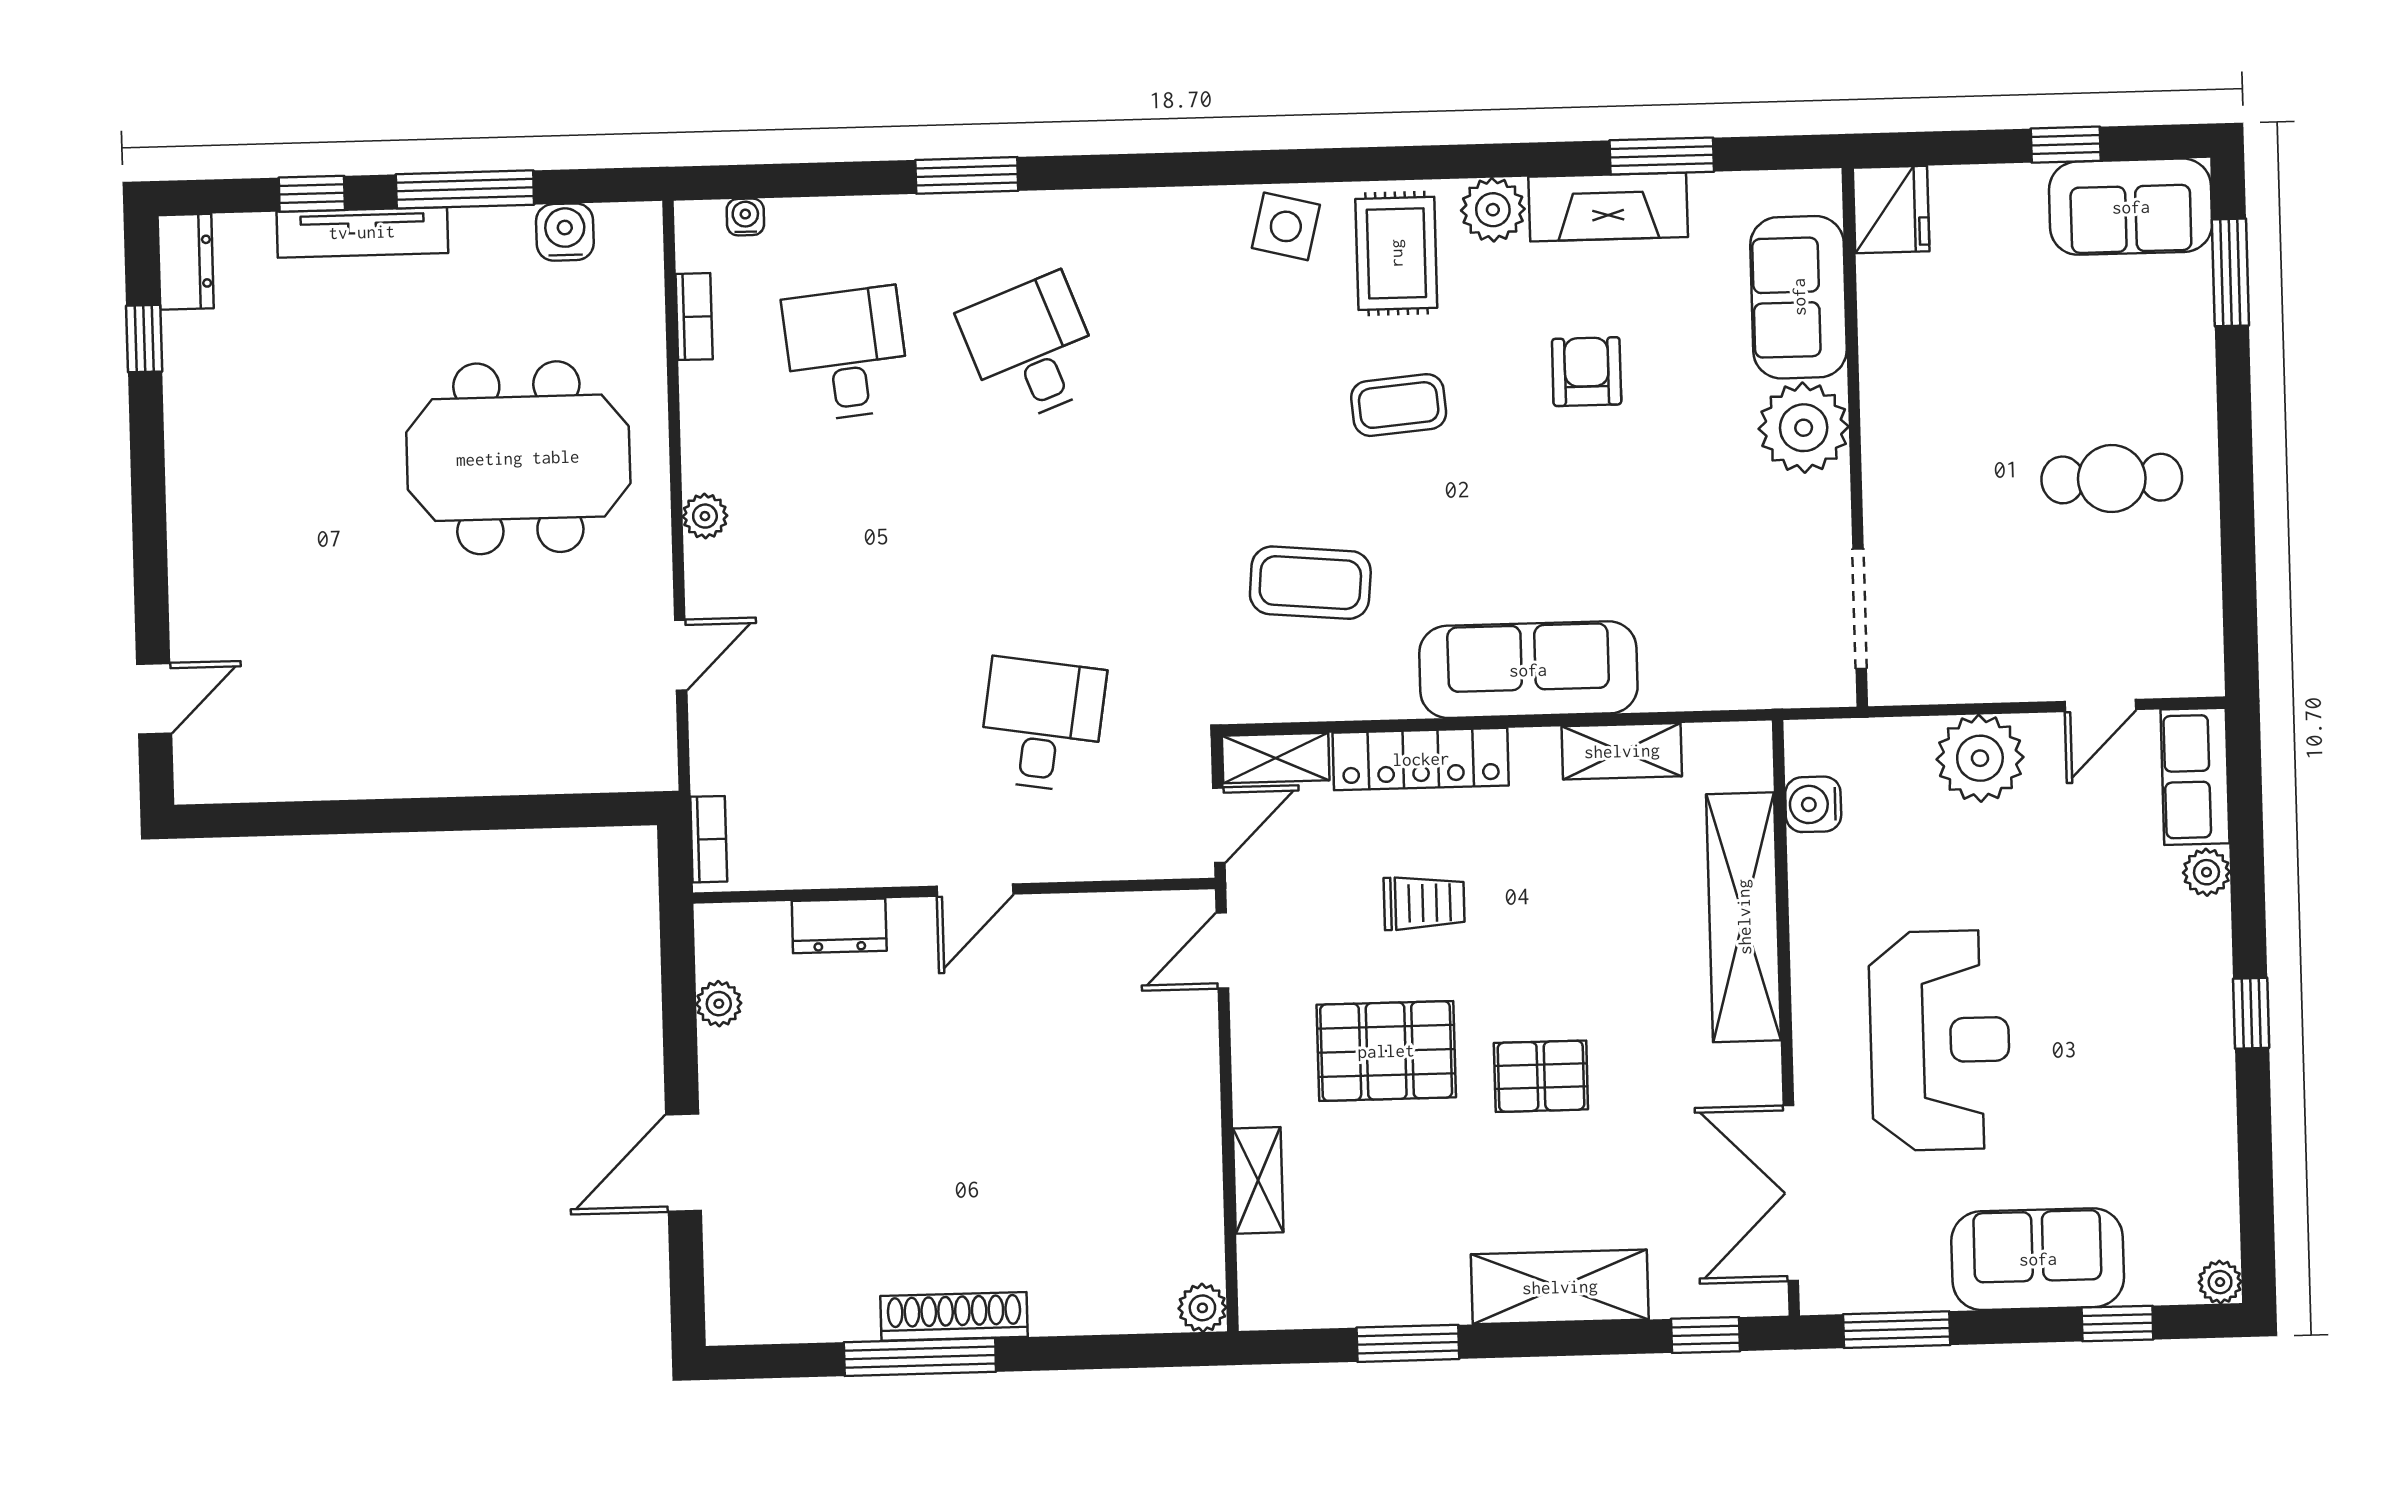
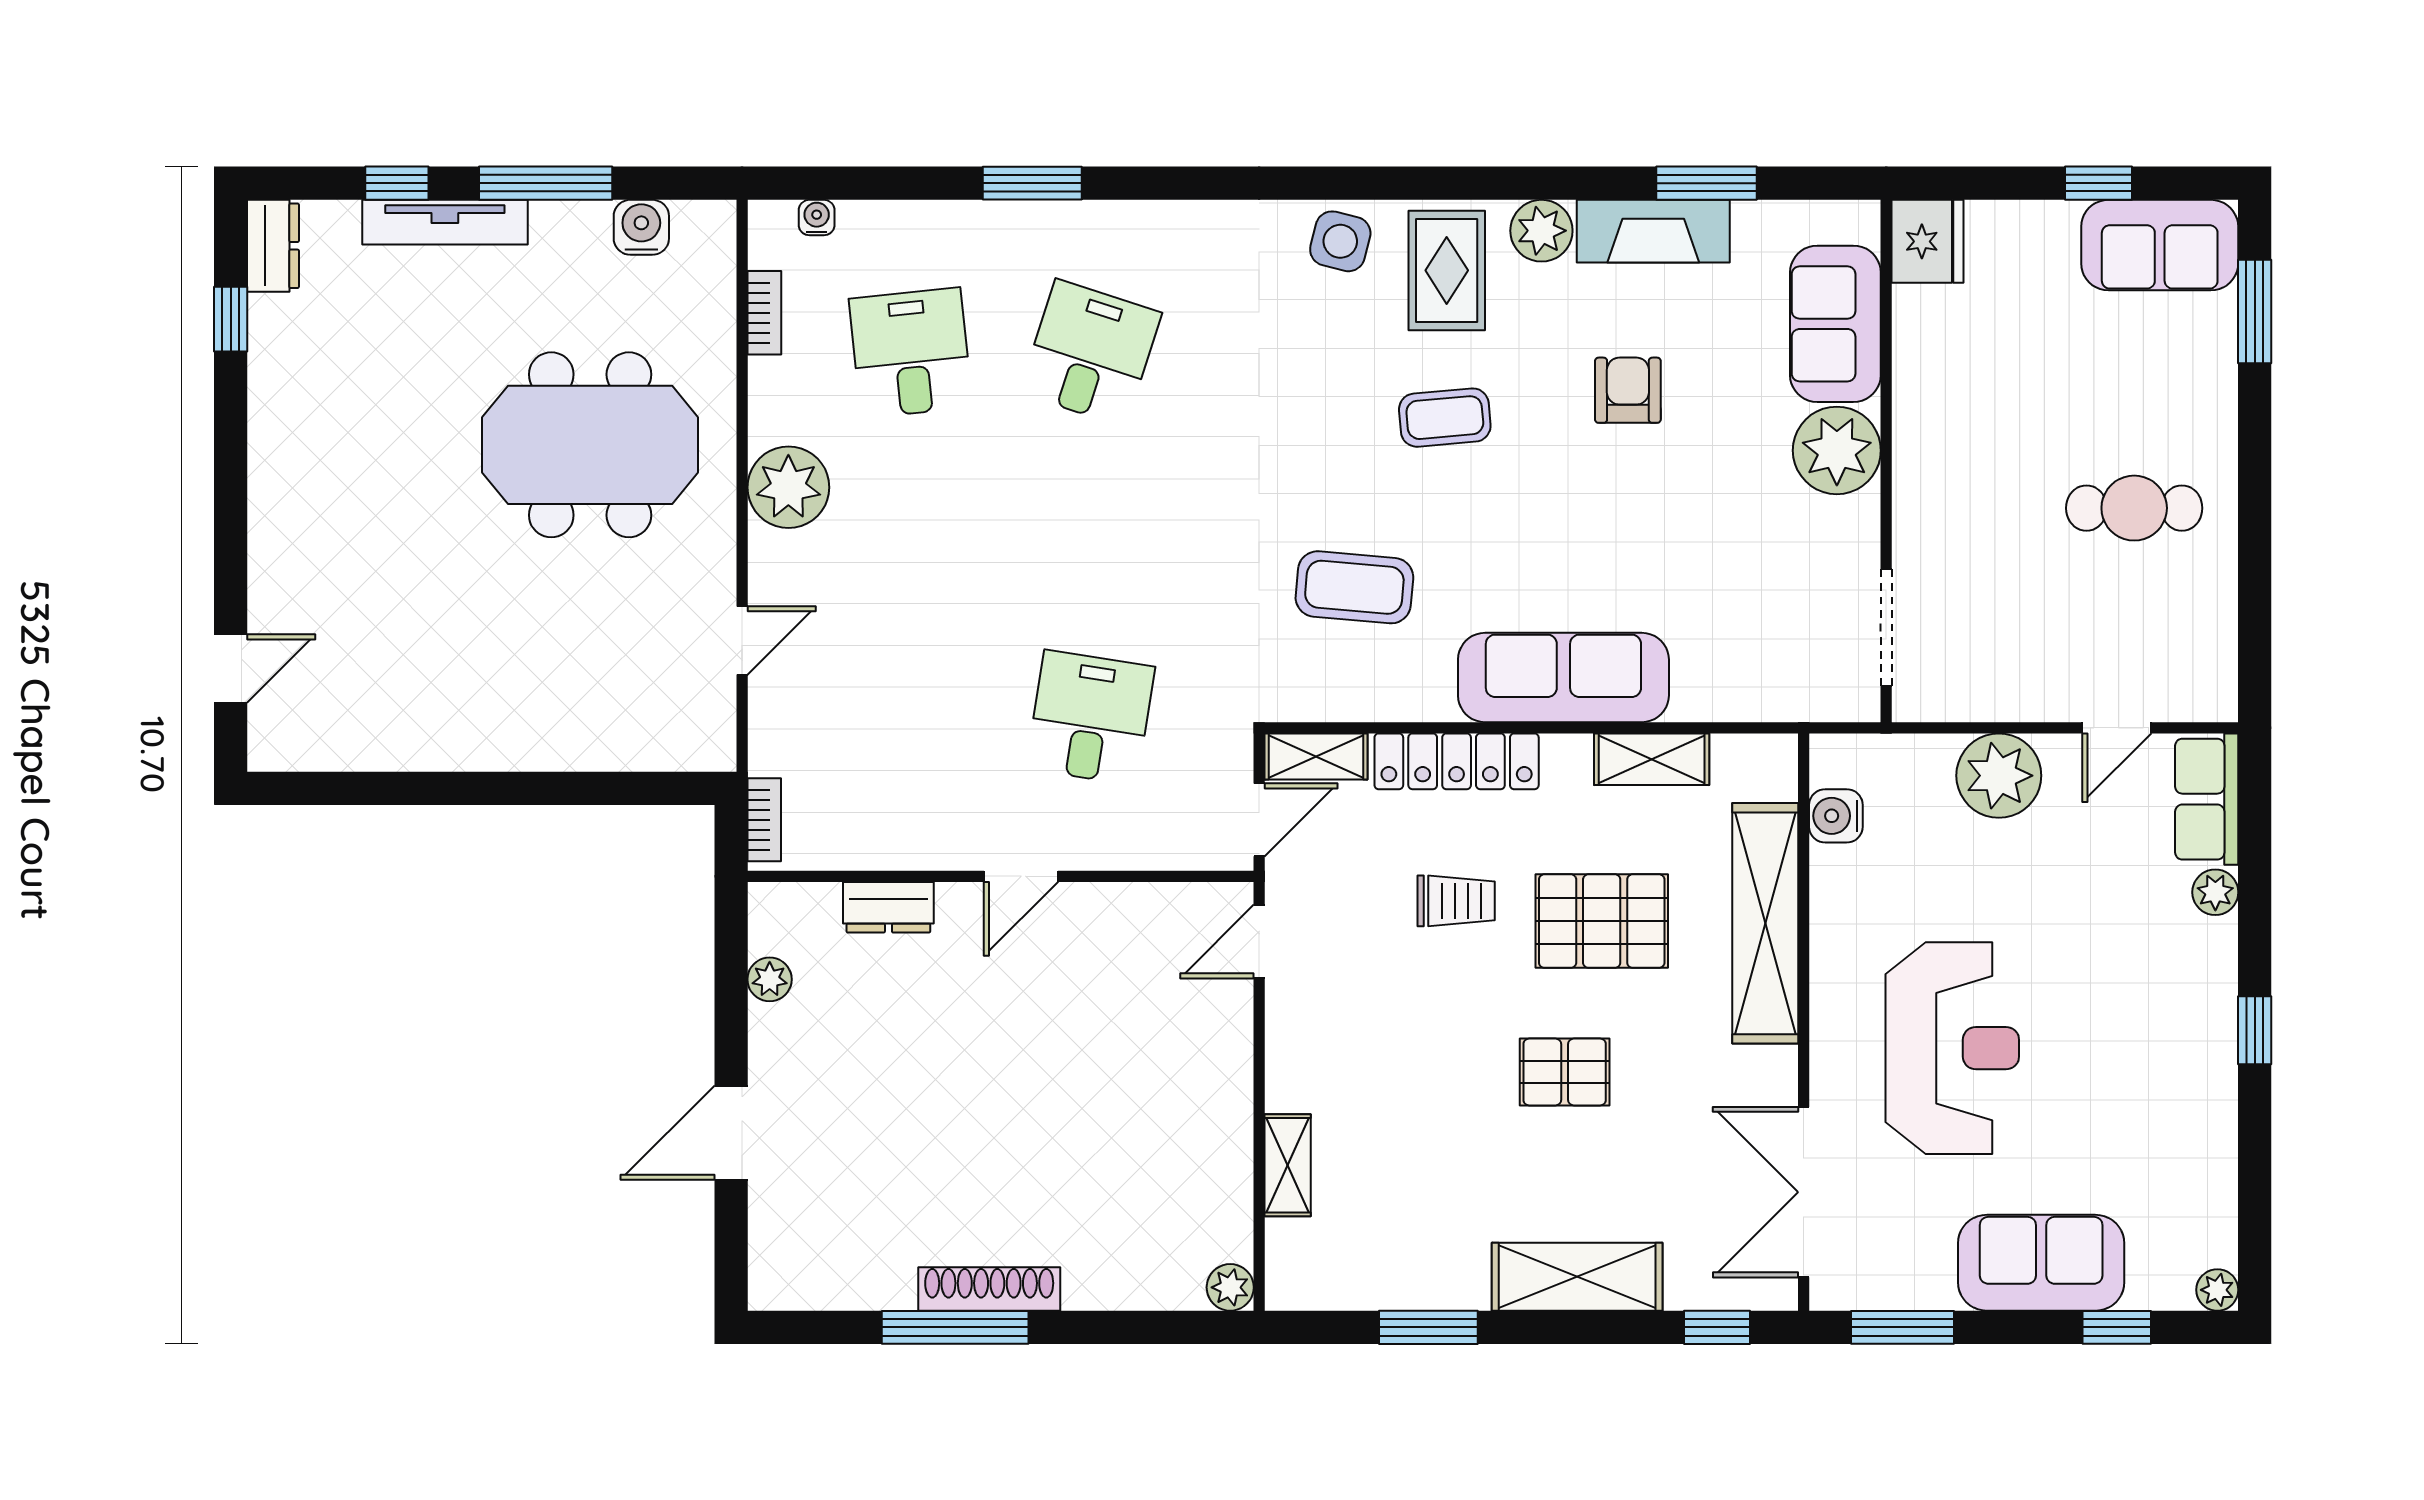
desk: (1031, 349) -> (1090, 353), turned 39
plant: (705, 516) -> (788, 487), width x1.87, depth x1.87
pallet: (1386, 1051) -> (1602, 921), moved

